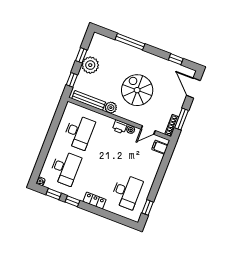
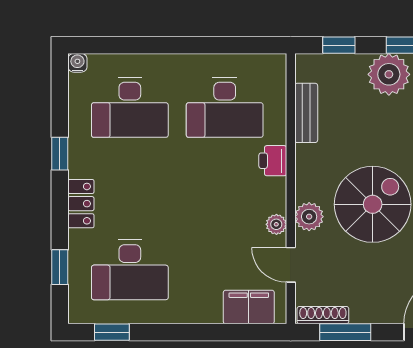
bench: (89, 100) -> (306, 113), width x0.73
plant: (111, 108) -> (309, 217), moved
printer: (120, 127) -> (273, 161), moved
filing cabinet: (160, 147) -> (249, 307), width x2.00
window: (54, 194) -> (60, 267), moved

